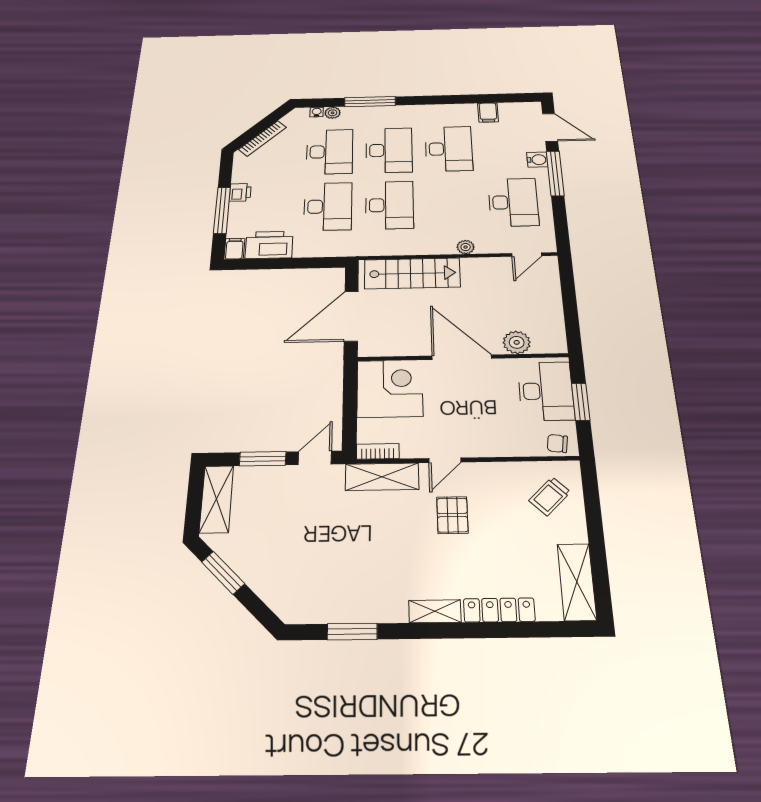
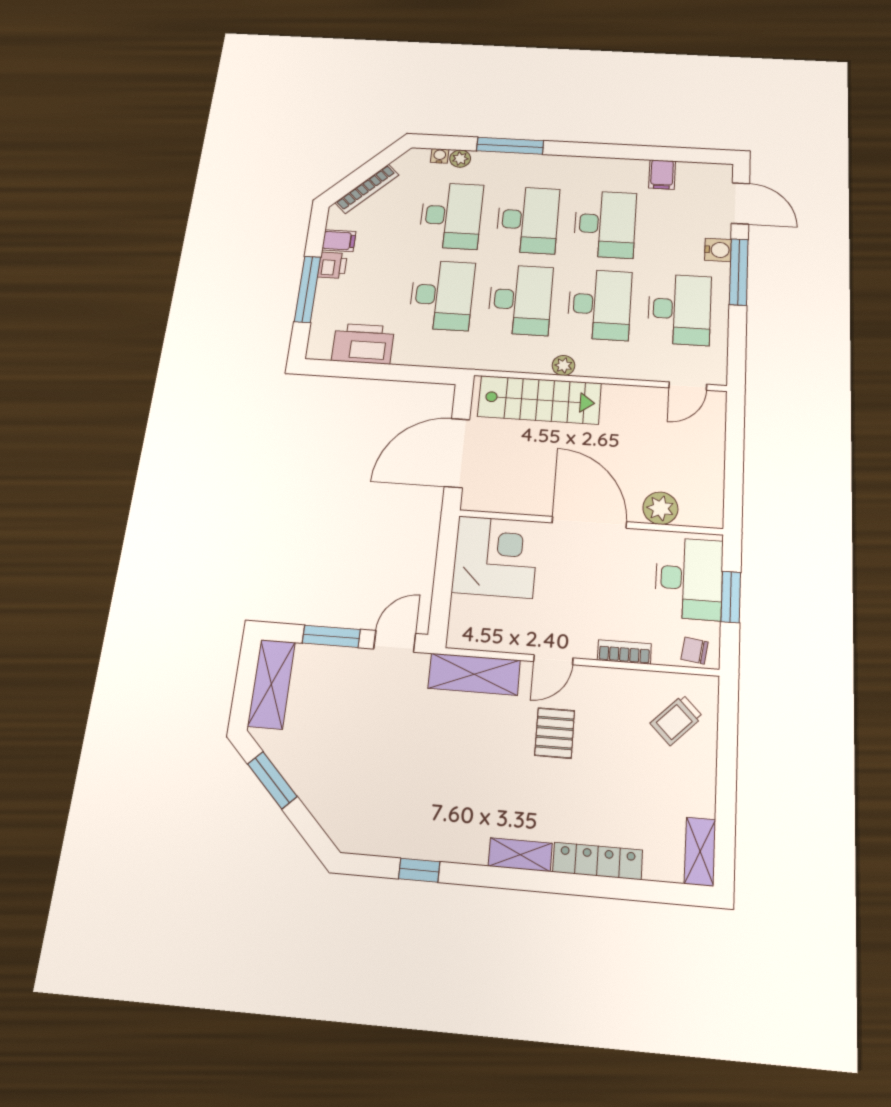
desk: (451, 204) -> (600, 304), added
plant: (466, 247) -> (563, 365), moved
filing cabinet: (234, 249) -> (339, 241), moved, turned 90
bookcase: (378, 451) -> (624, 652), moved
shelving: (577, 582) -> (700, 851), width x0.67, depth x0.75
window: (352, 632) -> (419, 870), width x0.67

